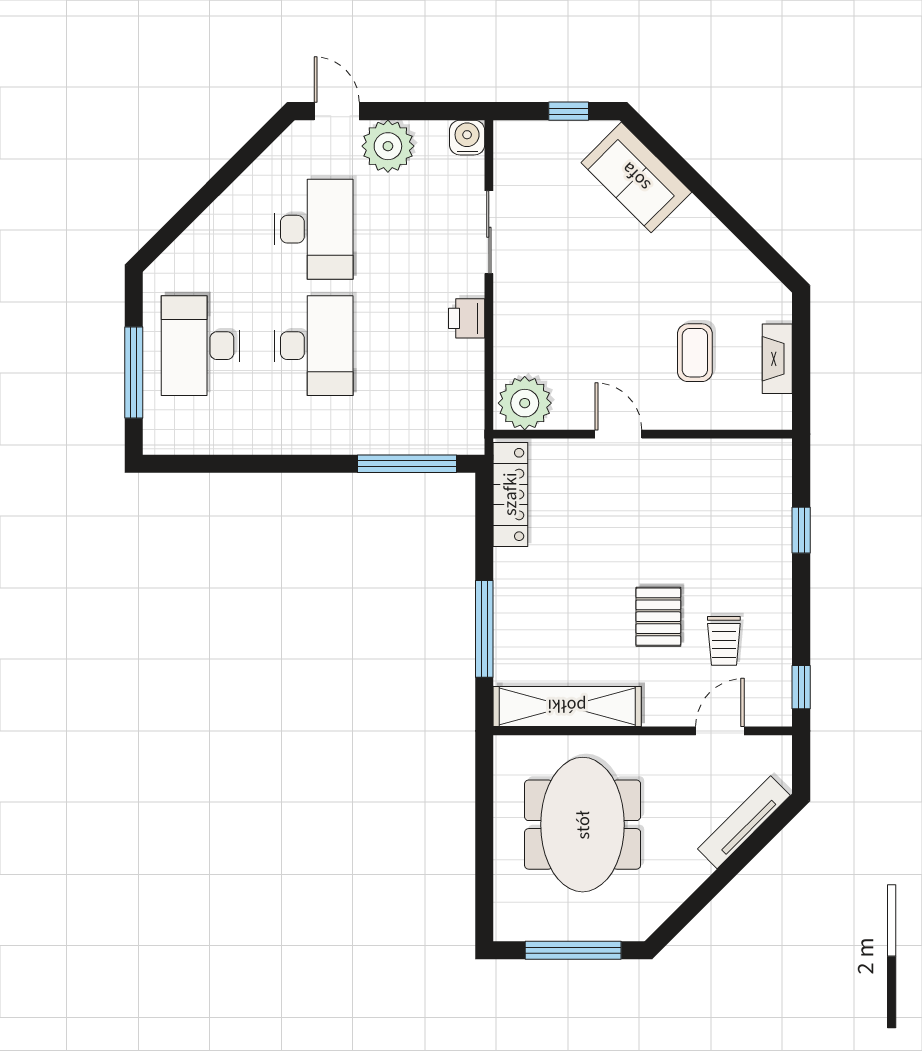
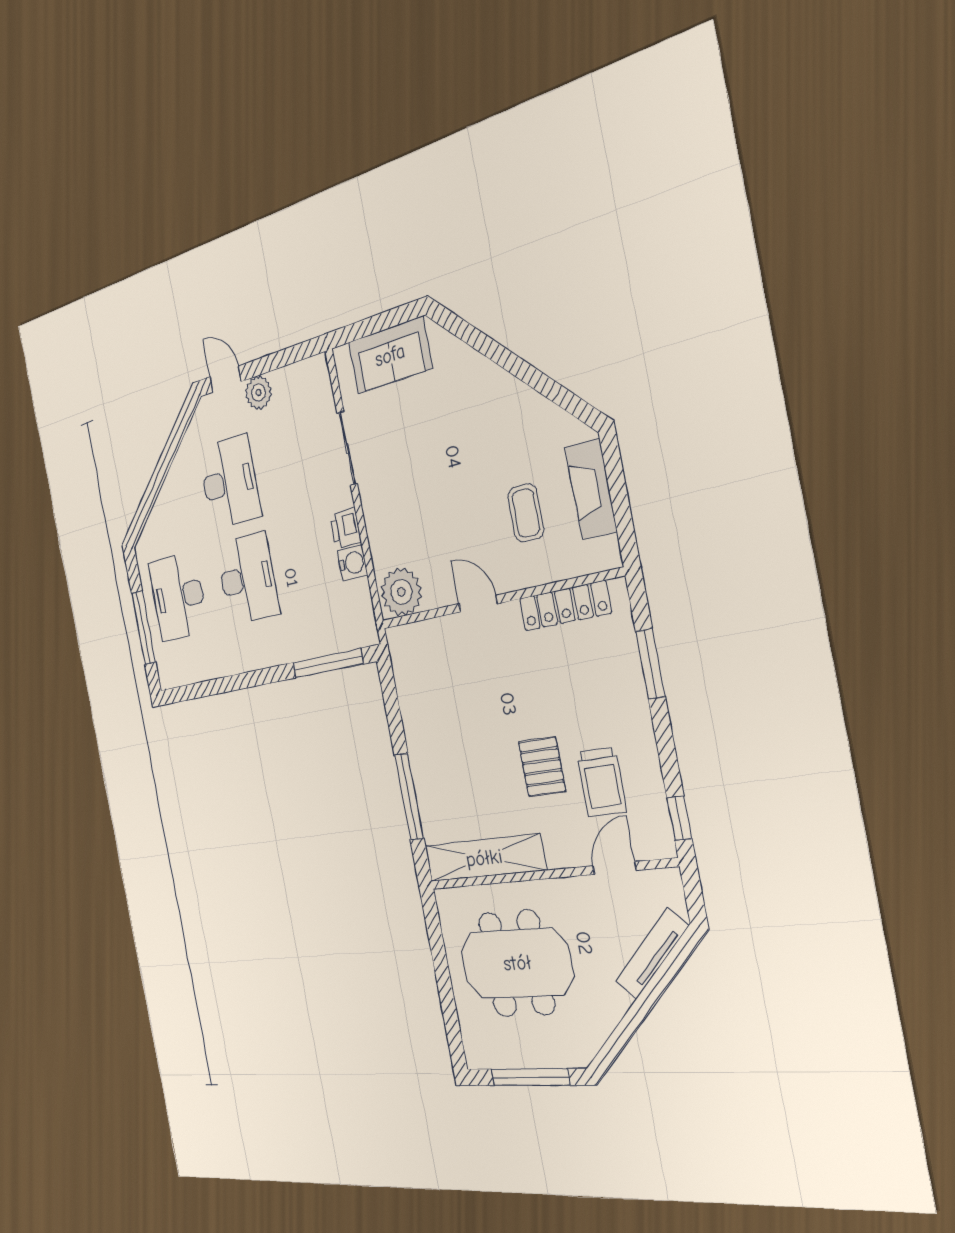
window: (569, 111) -> (385, 321), removed
water cooler: (467, 138) -> (352, 563), moved, turned 90
plant: (388, 146) -> (259, 393), width x0.73, depth x0.73
sofa: (636, 177) -> (390, 355), moved, turned -45
fireplace: (777, 359) -> (591, 489), width x1.37, depth x1.32
locker: (510, 494) -> (565, 606), moved, turned 90
window: (801, 530) -> (650, 664), width x1.50
trolley: (724, 641) -> (602, 782), width x1.36, depth x1.39
meeting table: (583, 825) -> (517, 963), turned 90

